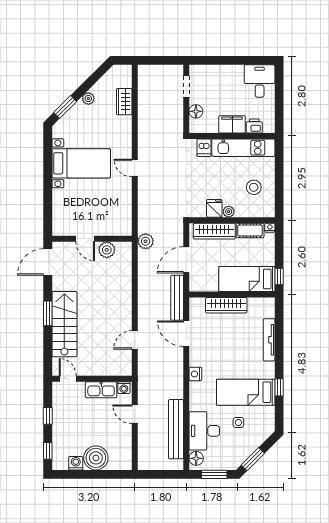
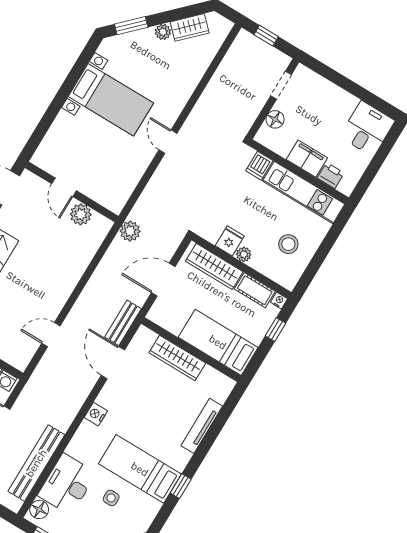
window: (157, 60) -> (266, 36), added
wardrobe: (124, 102) -> (190, 27), moved, turned -135
window: (279, 276) -> (275, 330), moved
bench: (177, 298) -> (123, 323), width x0.73

